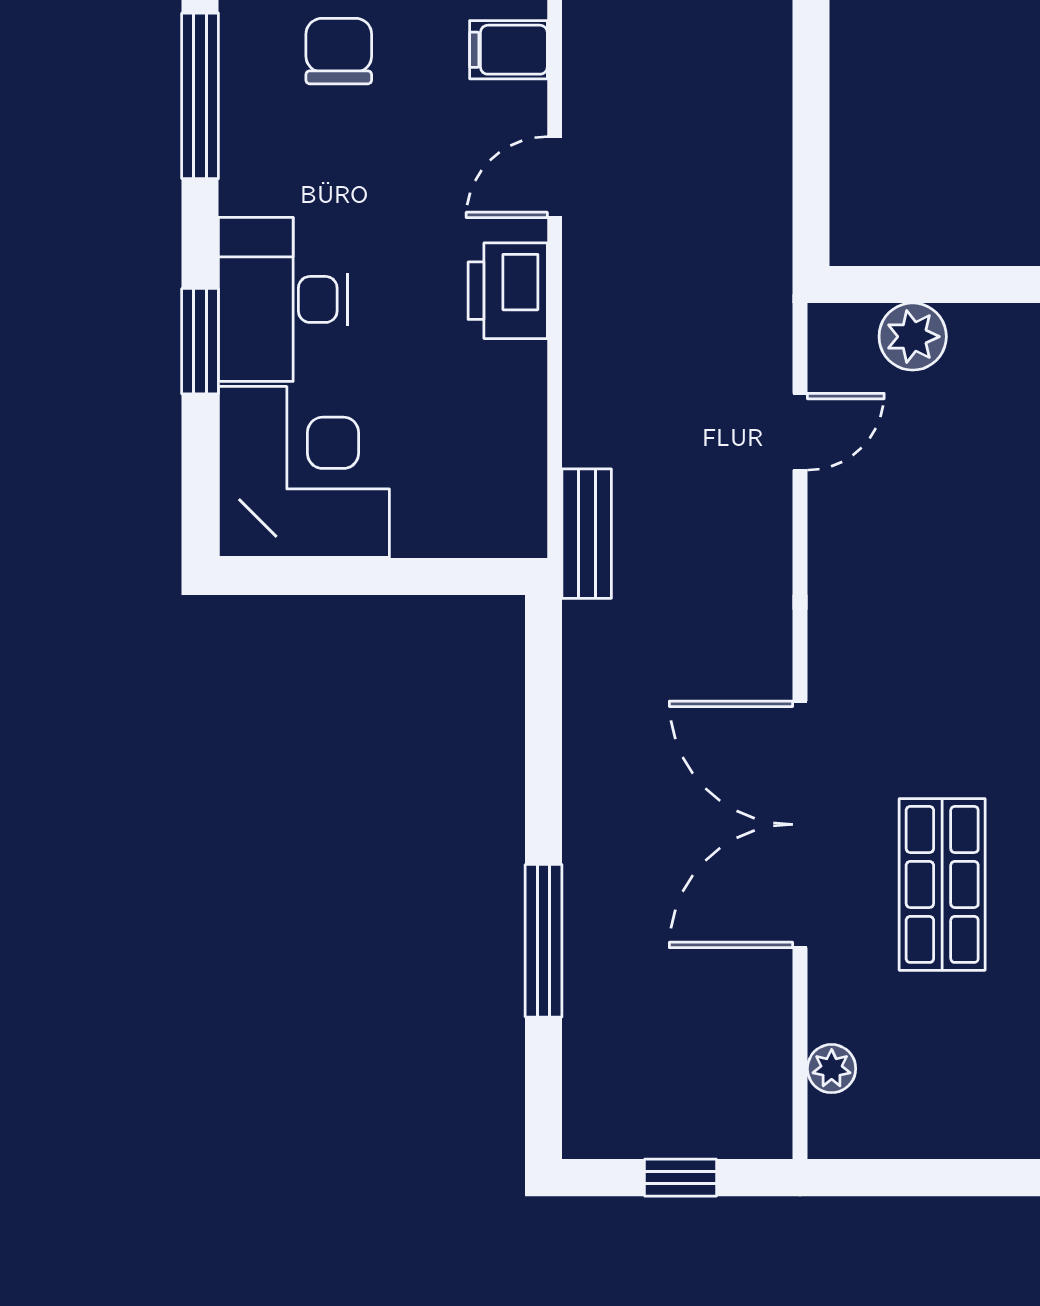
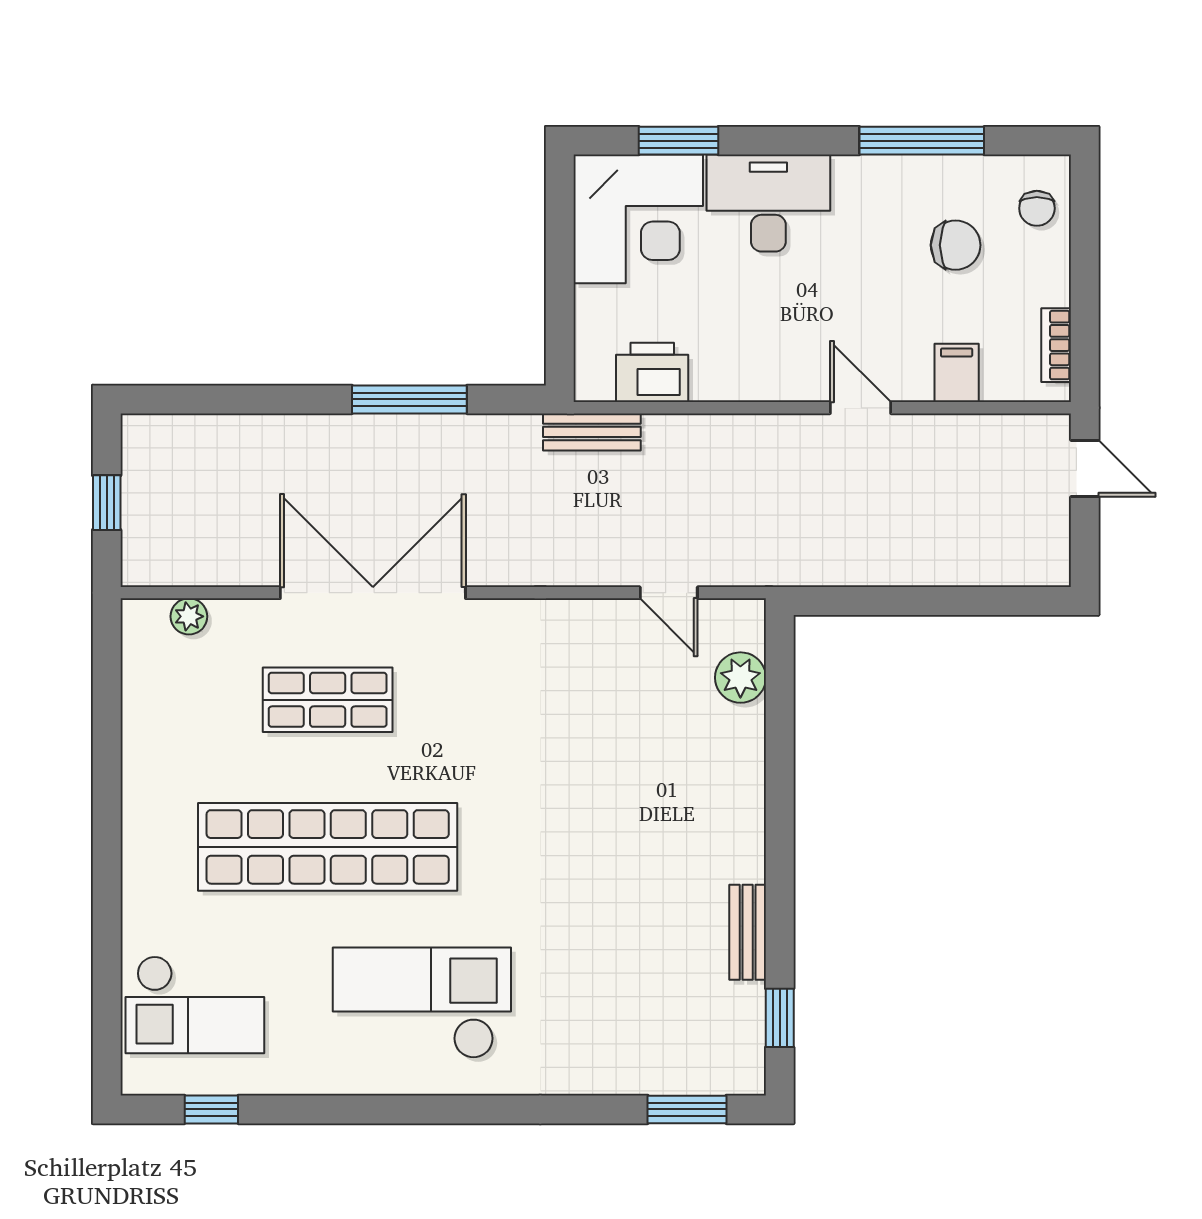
printer: (508, 291) -> (652, 372), moved
window: (200, 341) -> (678, 141), moved
window: (544, 941) -> (409, 399), moved

